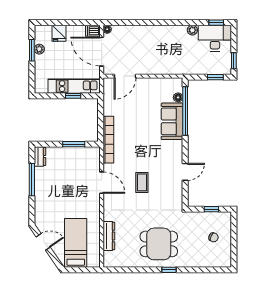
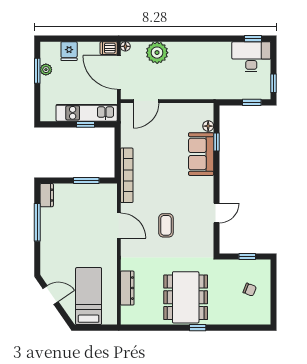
plant: (192, 30) -> (157, 53), moved, width x1.88, depth x1.88
window: (185, 111) -> (216, 142), width x0.32
dining table: (159, 244) -> (186, 297), width x1.38

